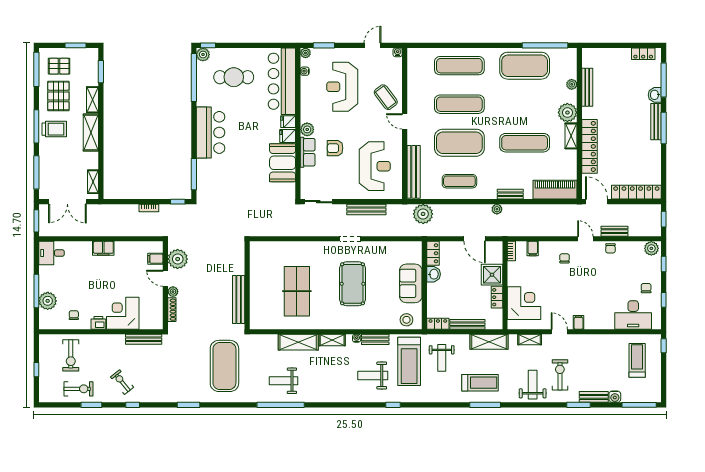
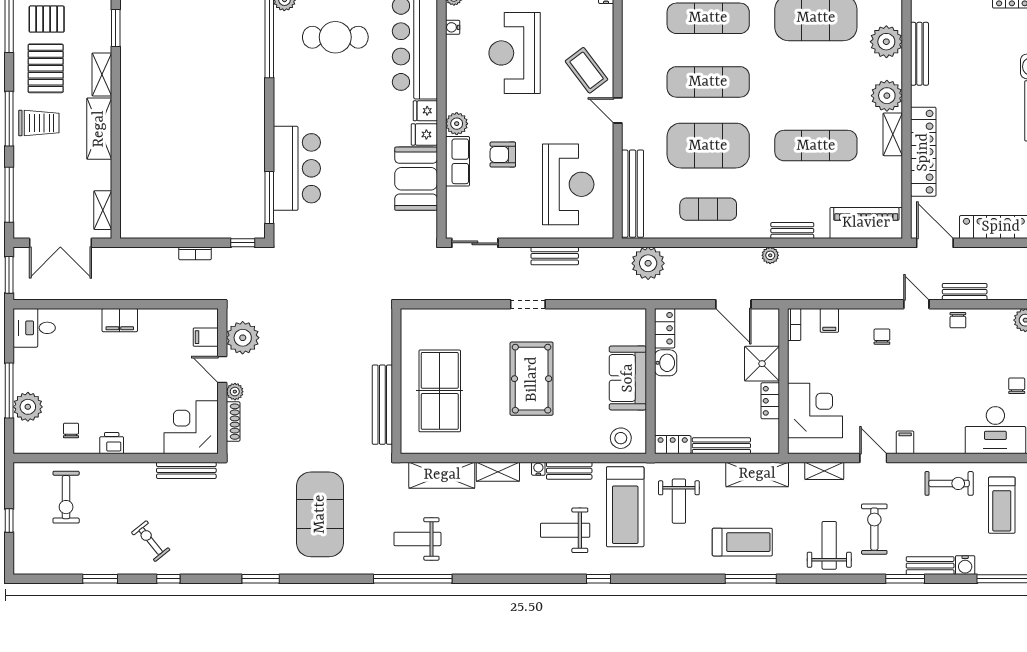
plant: (572, 84) -> (886, 42), width x1.88, depth x1.88
bar counter: (210, 132) -> (297, 168), moved
bench: (366, 210) -> (555, 256), width x0.73
wall: (247, 285) -> (396, 381), moved
bench: (239, 299) -> (382, 405), moved
corner desk: (123, 313) -> (191, 427), moved
treadmill: (637, 360) -> (1002, 505), turned 180
exercise bike: (78, 389) -> (949, 483), moved

